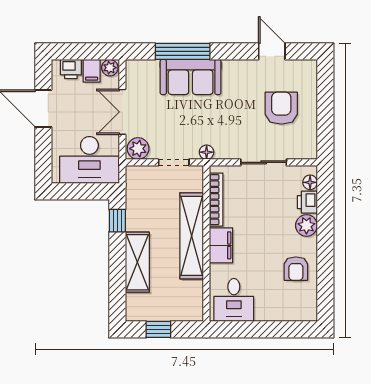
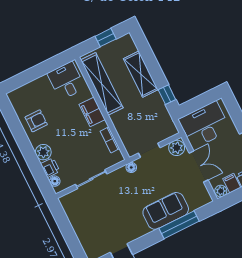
armchair: (281, 108) -> (97, 220), removed
bookcase: (216, 200) -> (110, 140), width x0.64
shelving: (192, 236) -> (102, 84), moved
armchair: (296, 269) -> (36, 121), turned 90

